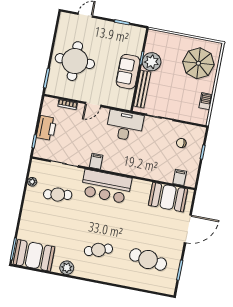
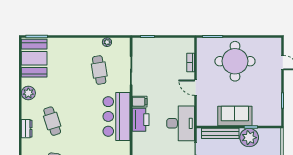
printer: (46, 128) -> (141, 120), moved, turned -90
dresser: (101, 276) -> (27, 129), added

